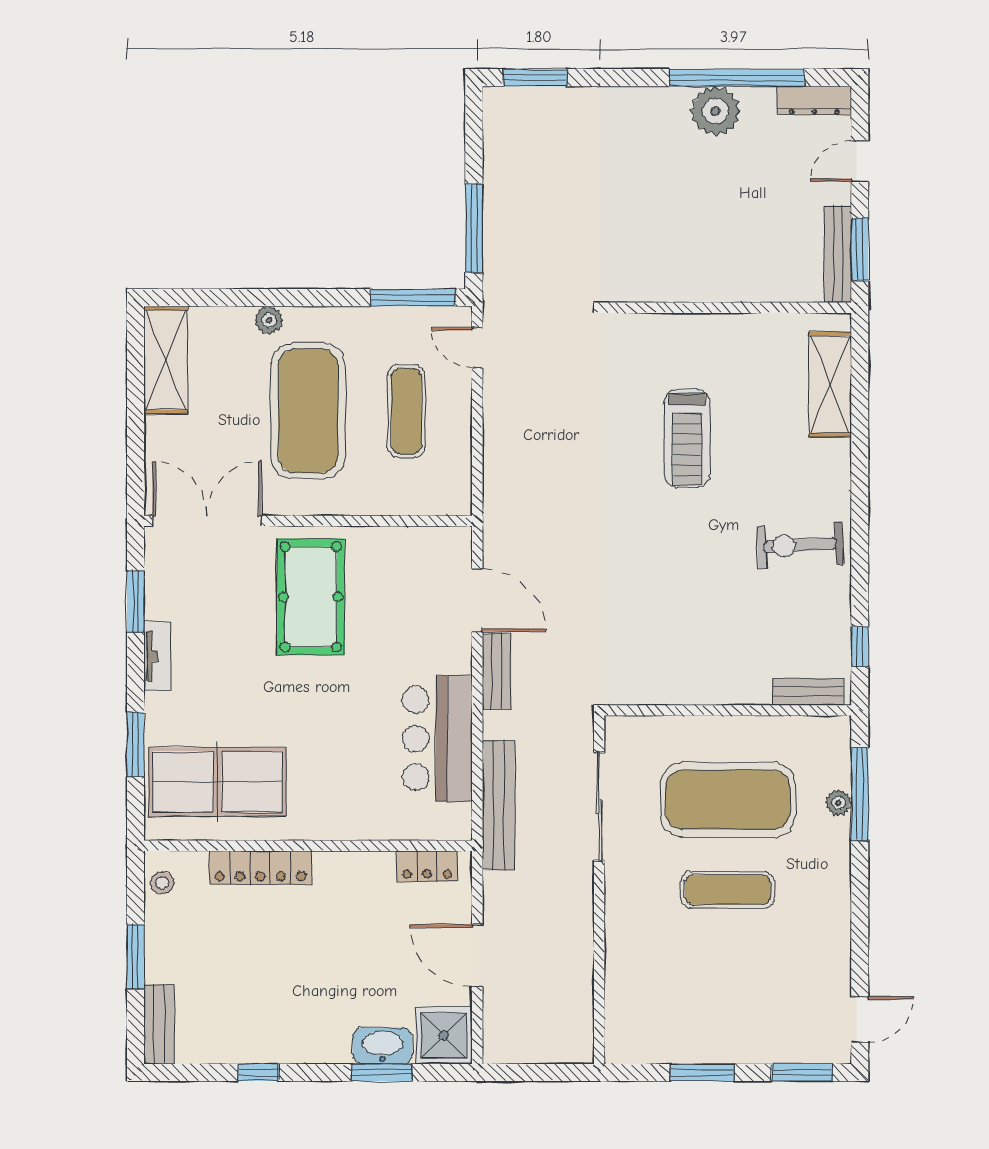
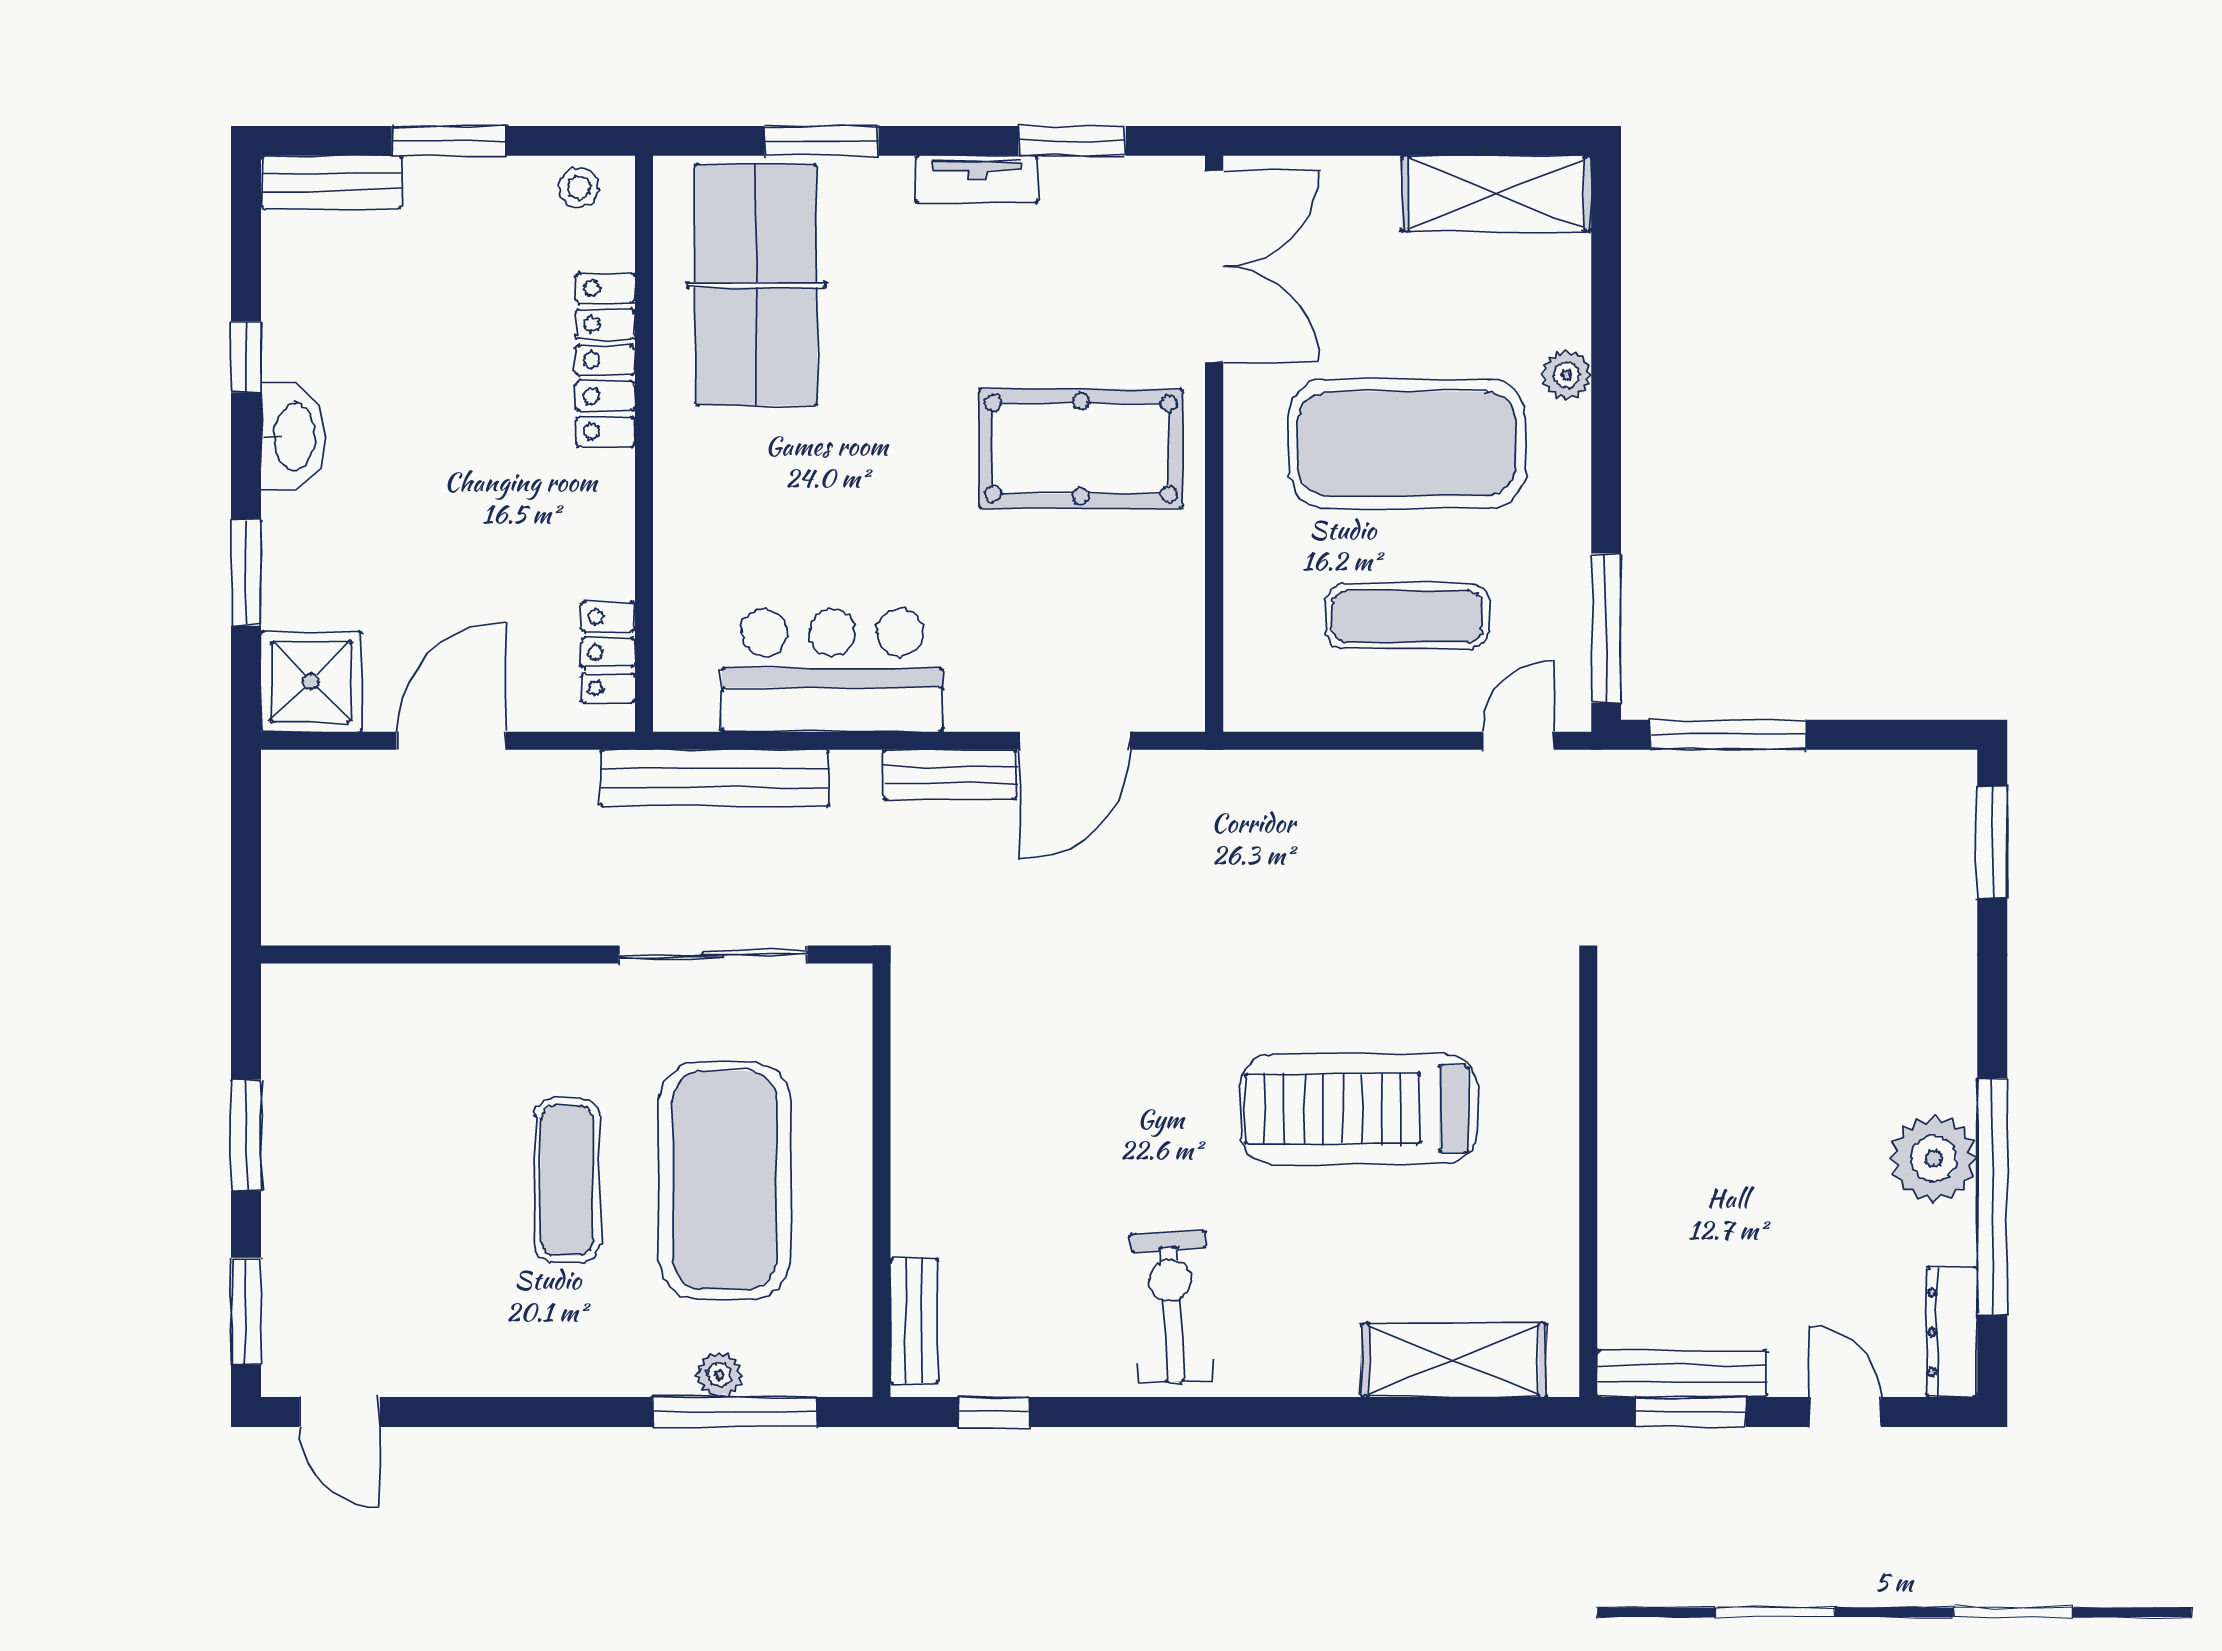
treadmill: (687, 439) -> (1359, 1109), width x1.37, depth x1.38
washbasin: (383, 1046) -> (293, 437), moved

